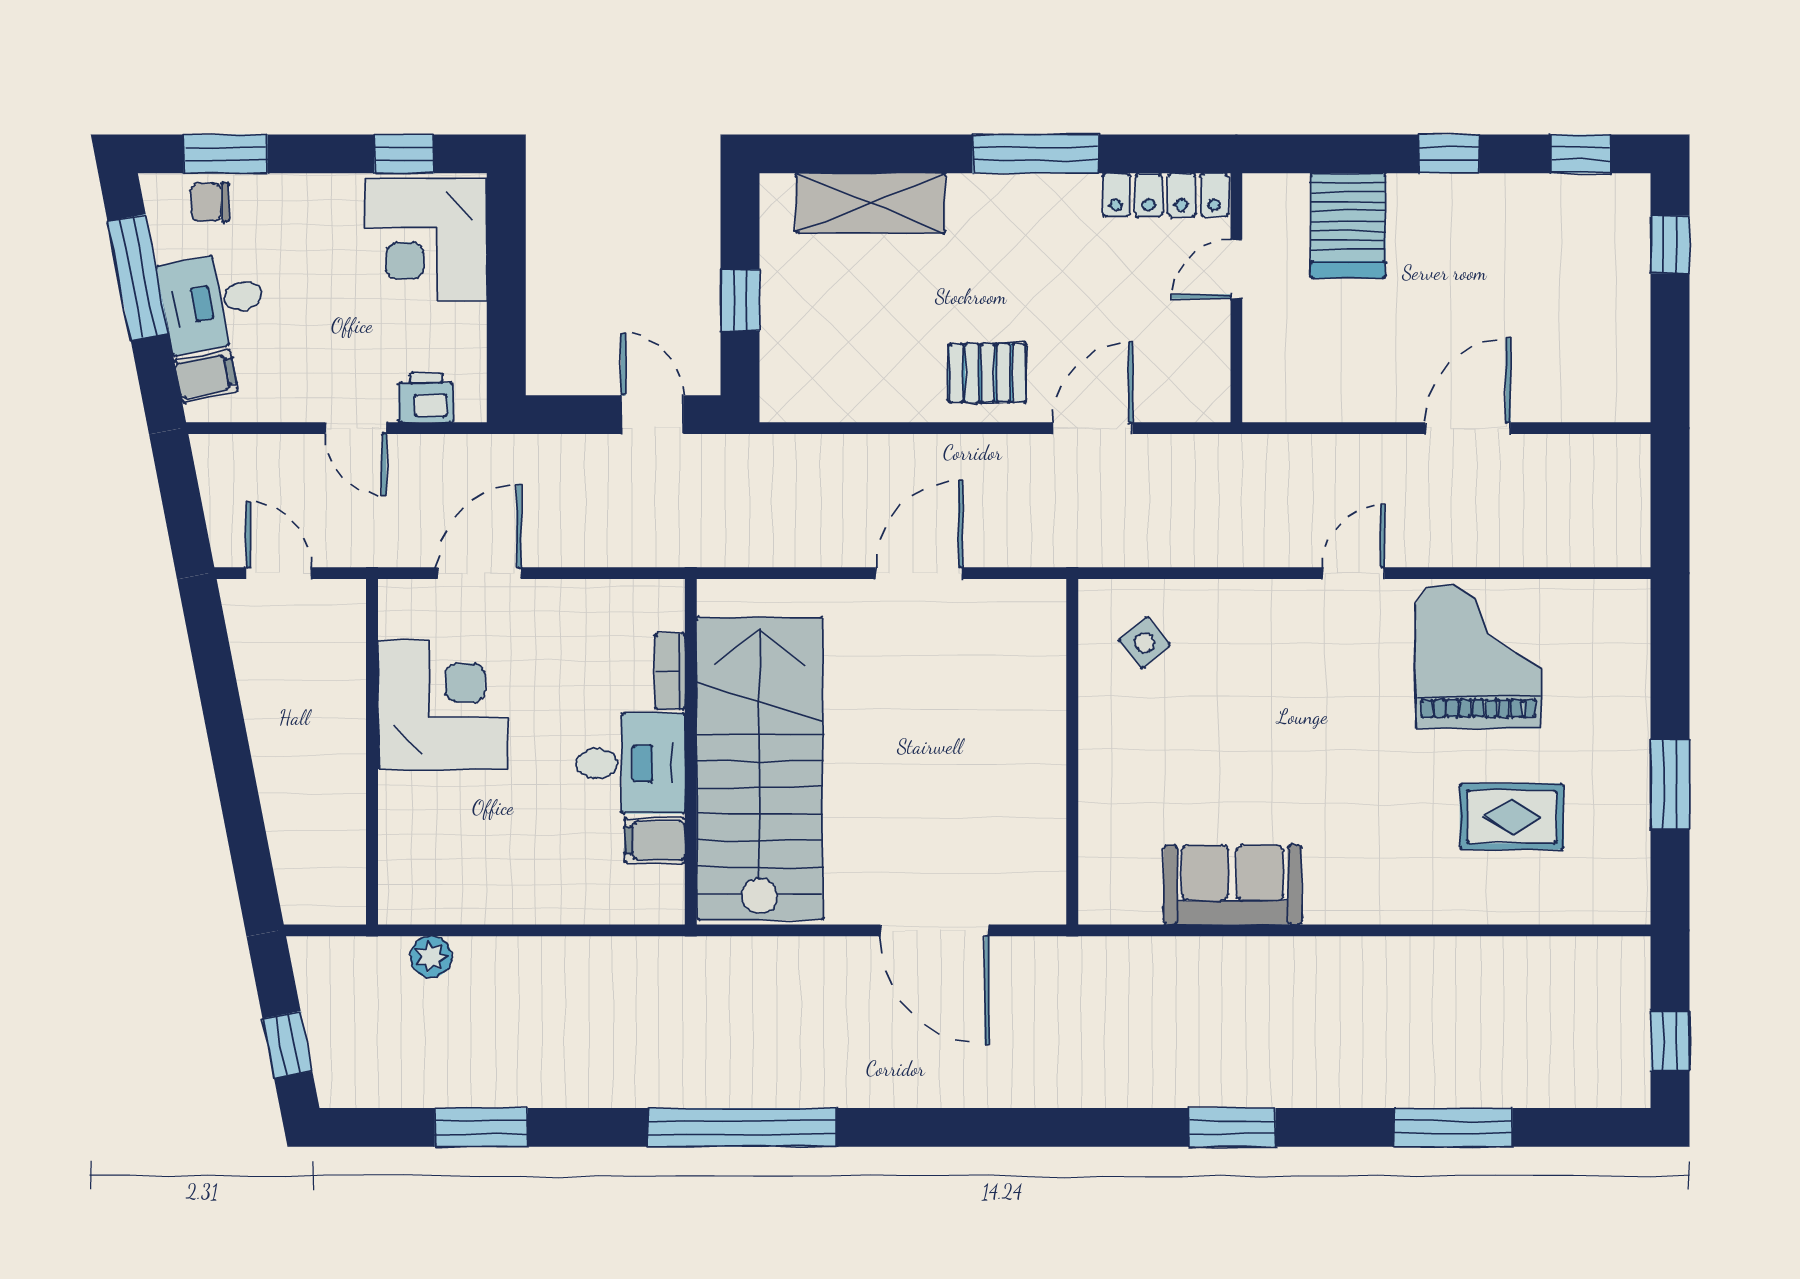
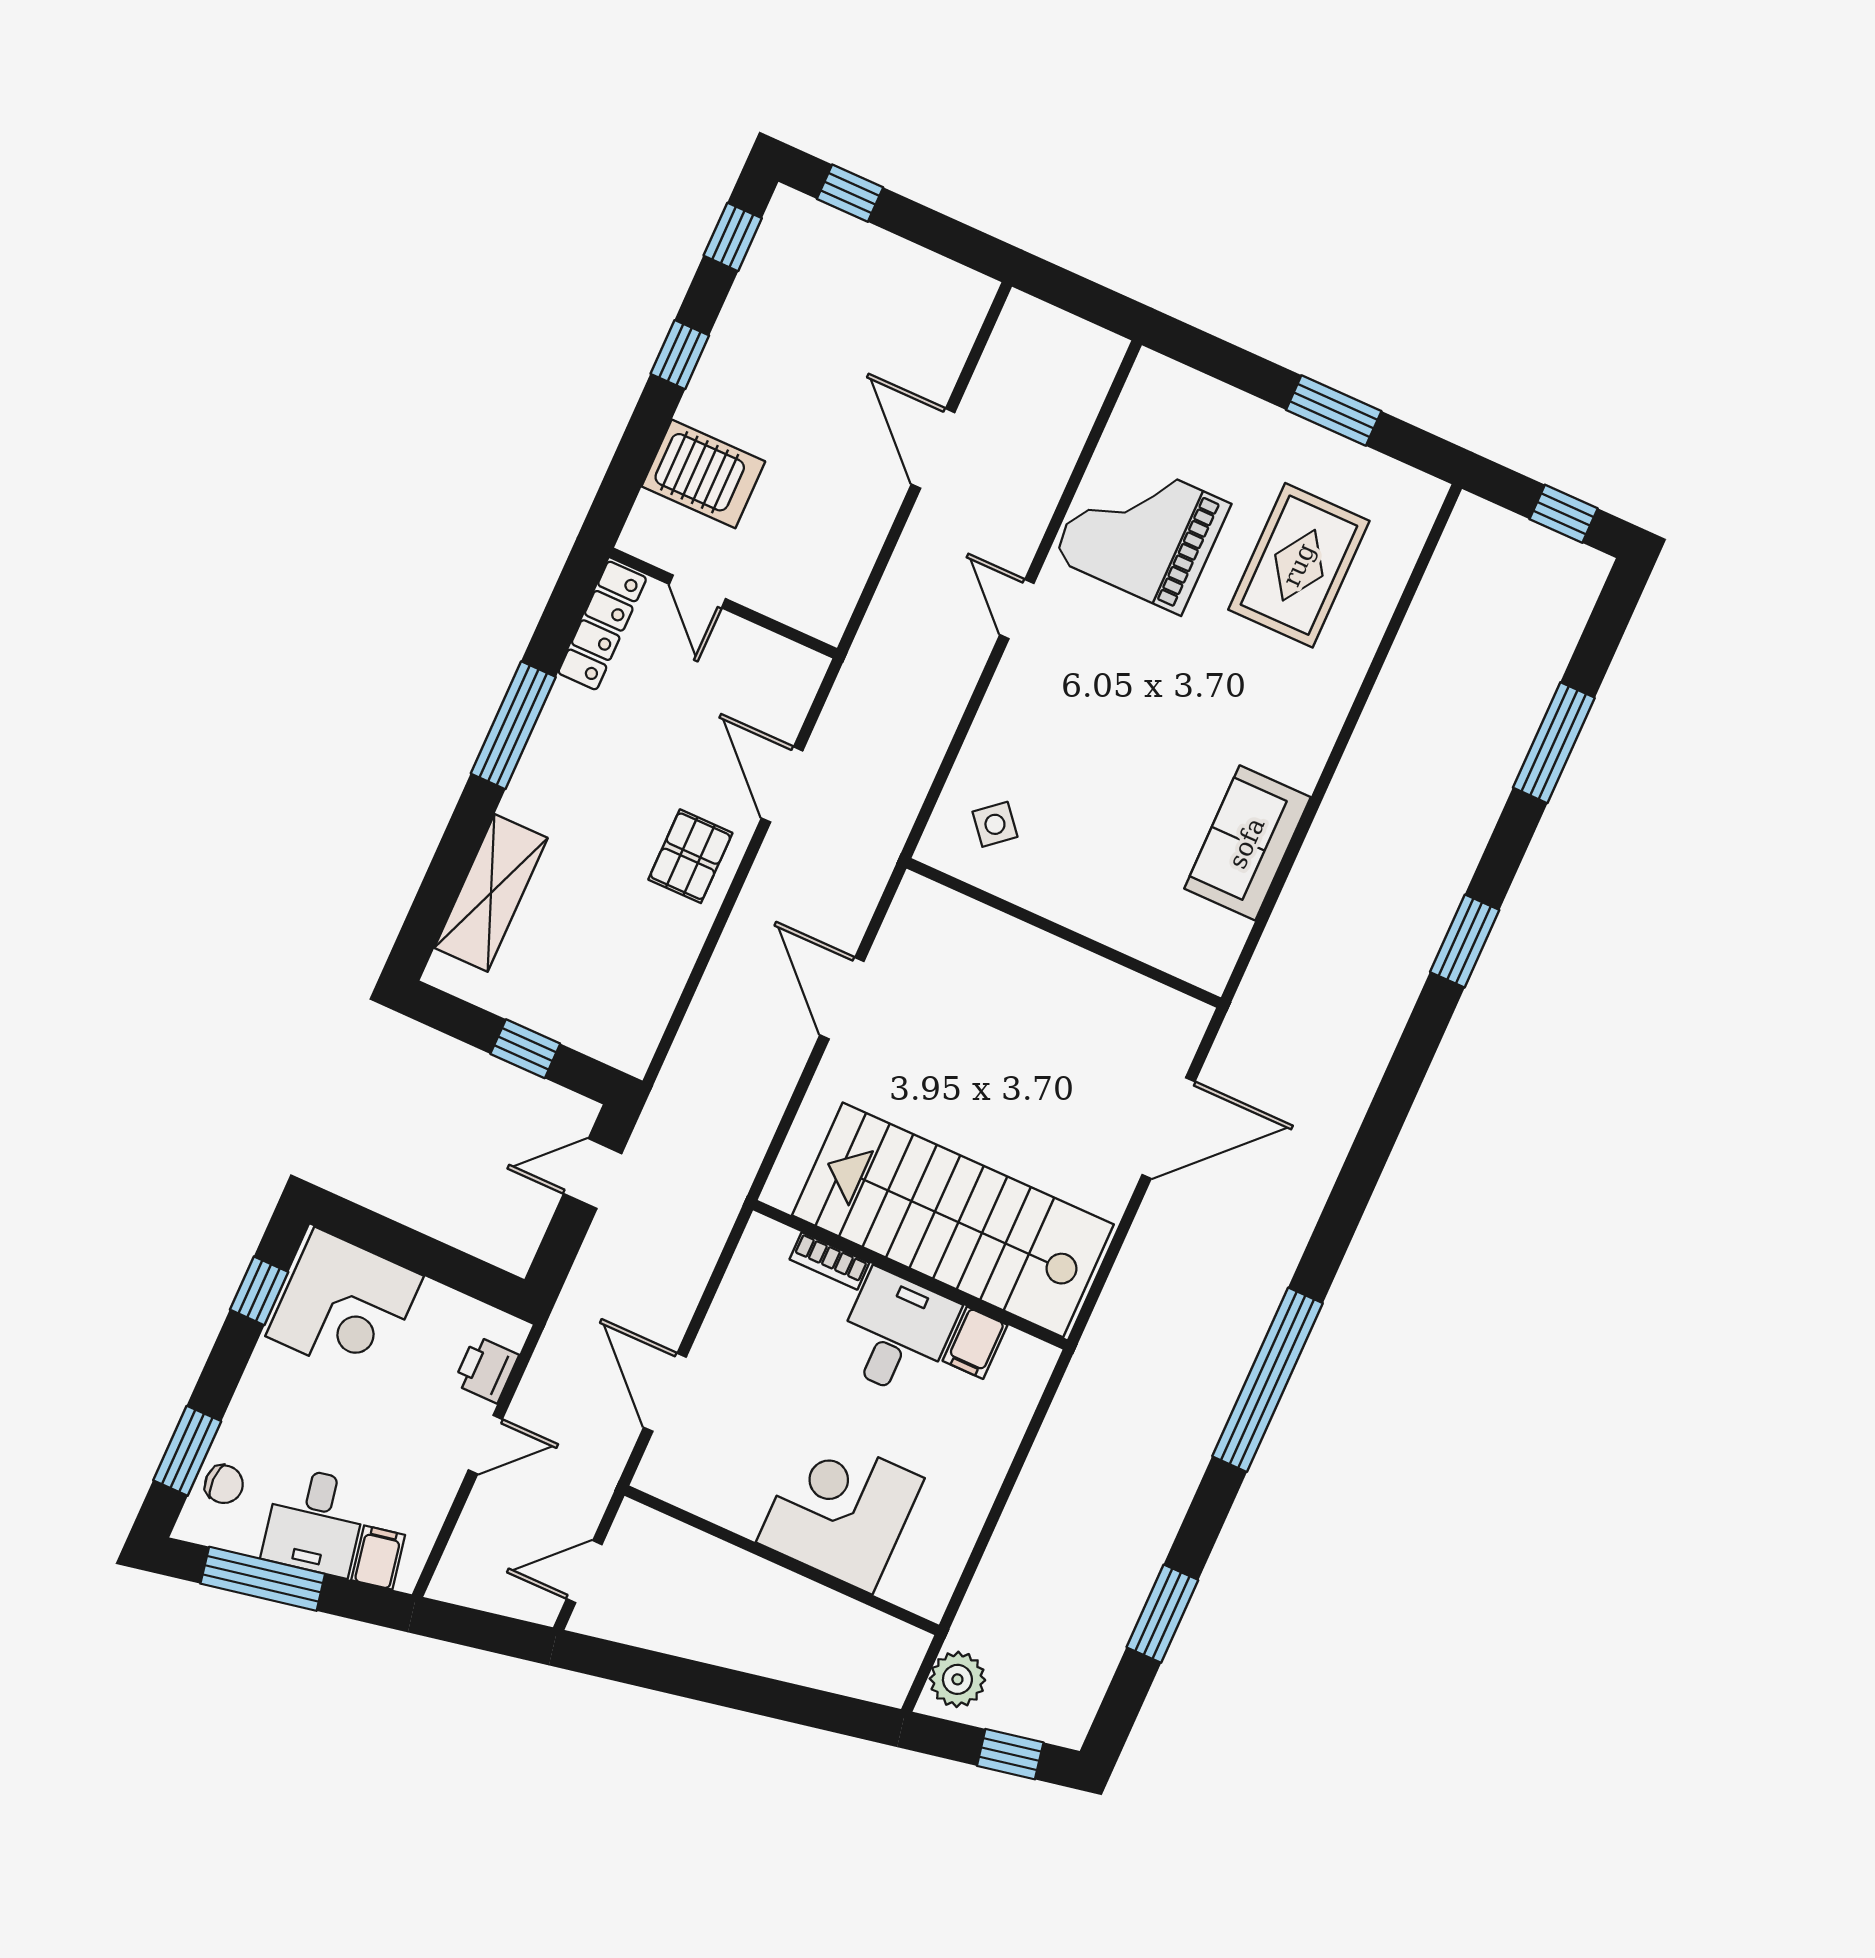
chair: (210, 202) -> (224, 1484), turned -90
corner desk: (443, 705) -> (840, 1510), moved
rug: (1512, 817) -> (1299, 565), width x1.36, depth x1.43
plant: (431, 957) -> (957, 1679), moved, width x1.38, depth x1.38

